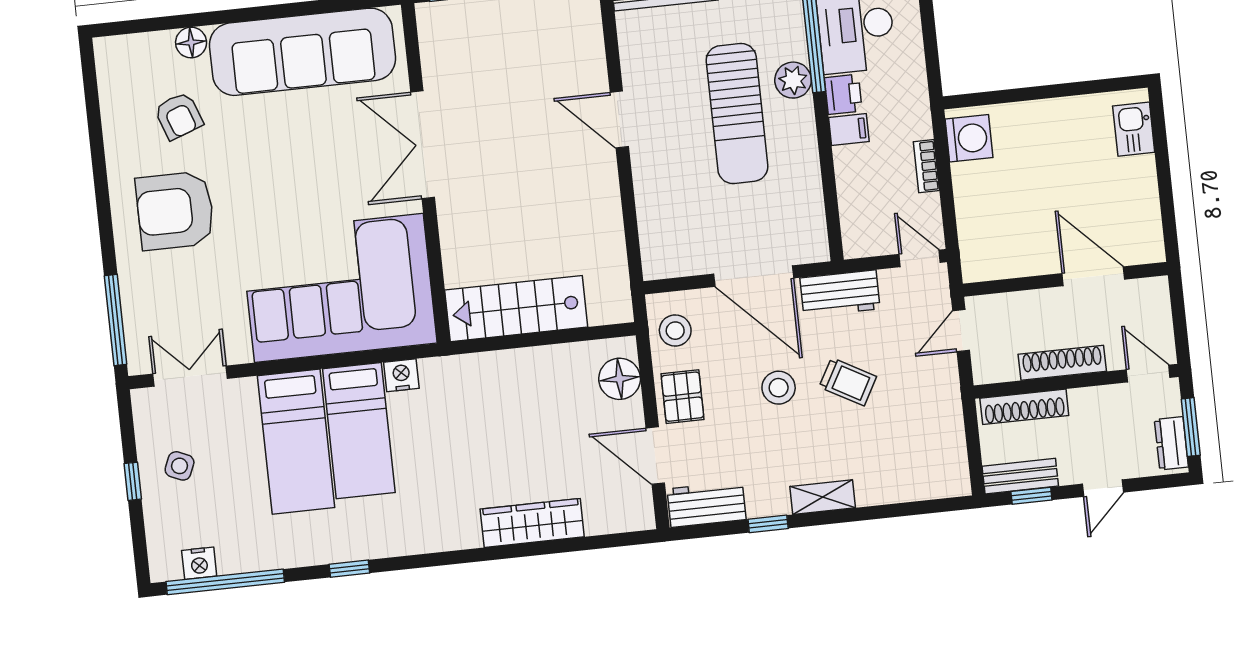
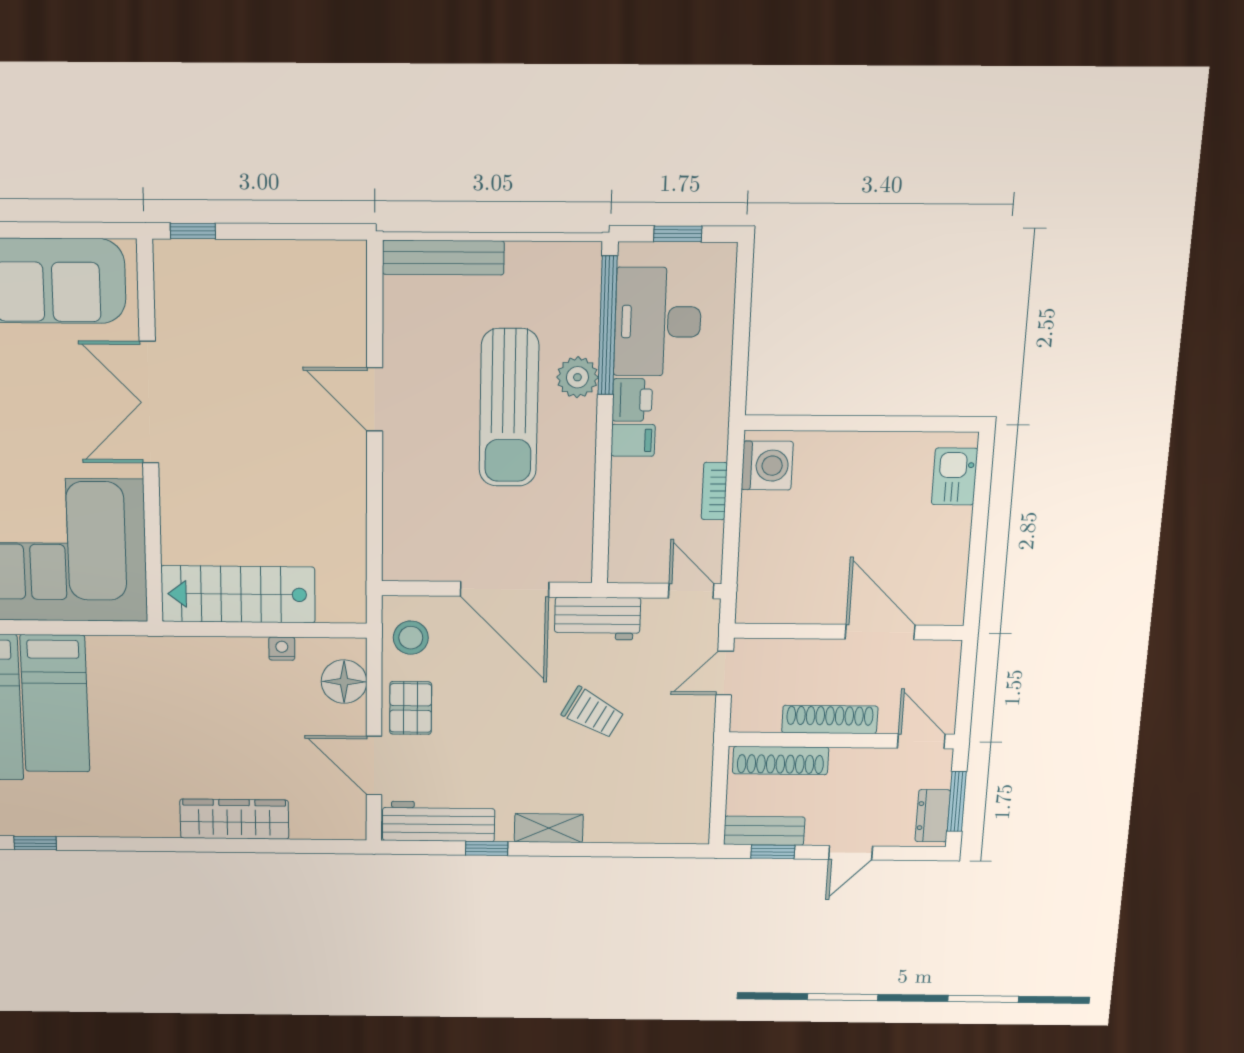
nightstand: (401, 375) -> (282, 649), moved, width x0.72, depth x0.74
stool: (779, 388) -> (516, 710), removed
workbench: (707, 504) -> (439, 821), width x1.38

